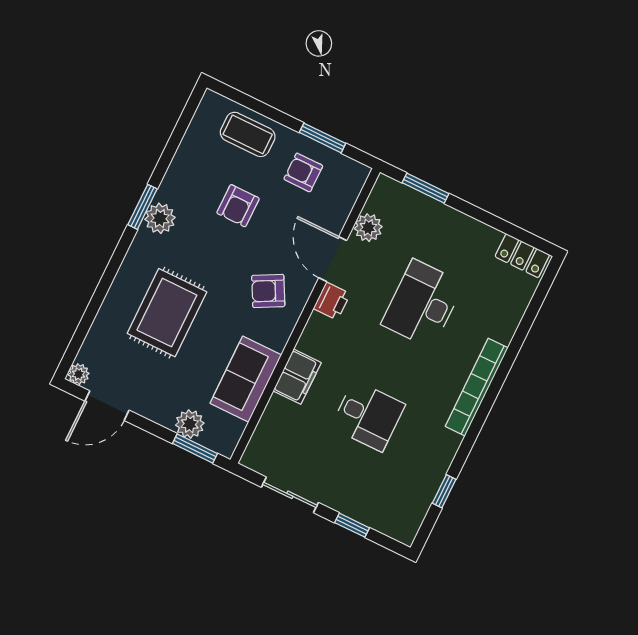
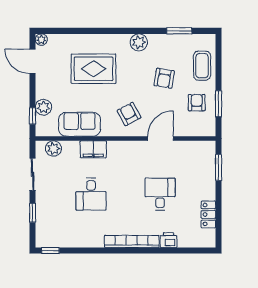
armchair: (238, 206) -> (164, 78), turned -81
window: (143, 207) -> (179, 31), moved
plant: (368, 228) -> (53, 148), moved
locker: (522, 256) -> (208, 214), moved
printer: (332, 301) -> (168, 240), moved, turned 180
desk: (423, 304) -> (160, 194), width x0.73
window: (195, 449) -> (33, 116), width x0.67
window: (444, 491) -> (50, 250), moved

